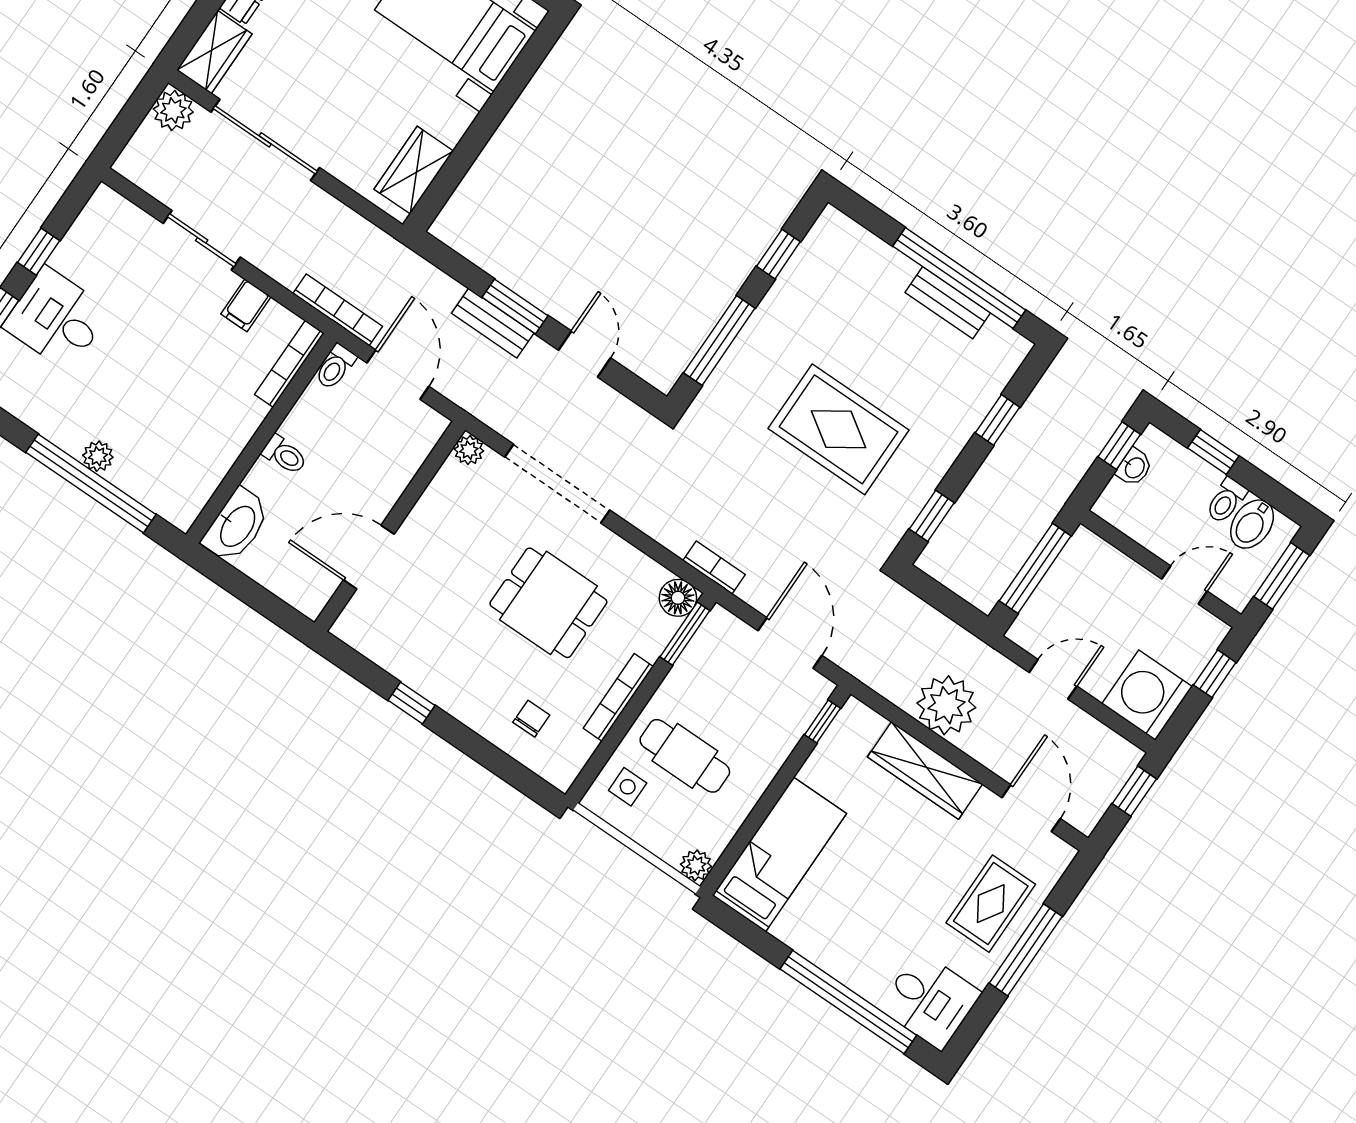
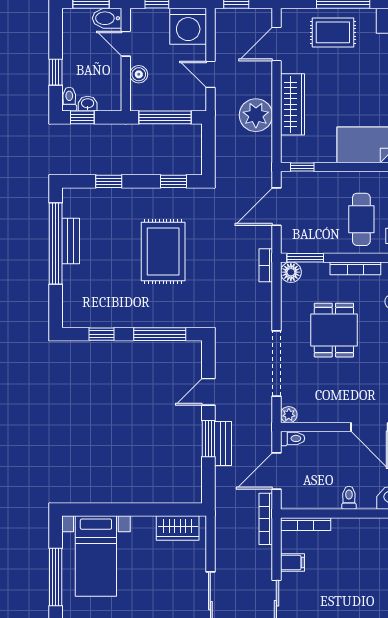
toilet: (335, 367) -> (293, 438), moved
toilet: (1226, 501) -> (69, 99), moved, turned -90
bidet: (1252, 524) -> (107, 18), moved, turned 180
boiler: (1126, 573) -> (139, 74), added

